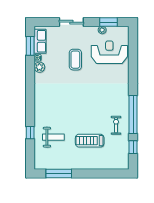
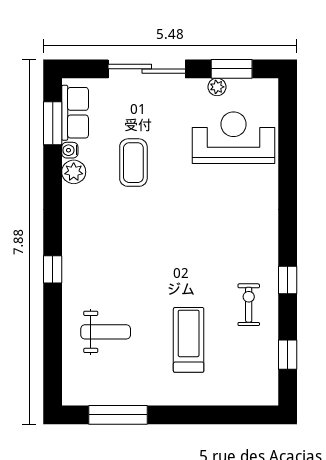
sliding door: (71, 22) -> (147, 69), width x1.37
coffee table: (75, 60) -> (133, 163), moved
window: (133, 114) -> (288, 280), width x0.32
window: (30, 133) -> (53, 269), moved
treadmill: (90, 141) -> (189, 340), turned 90

